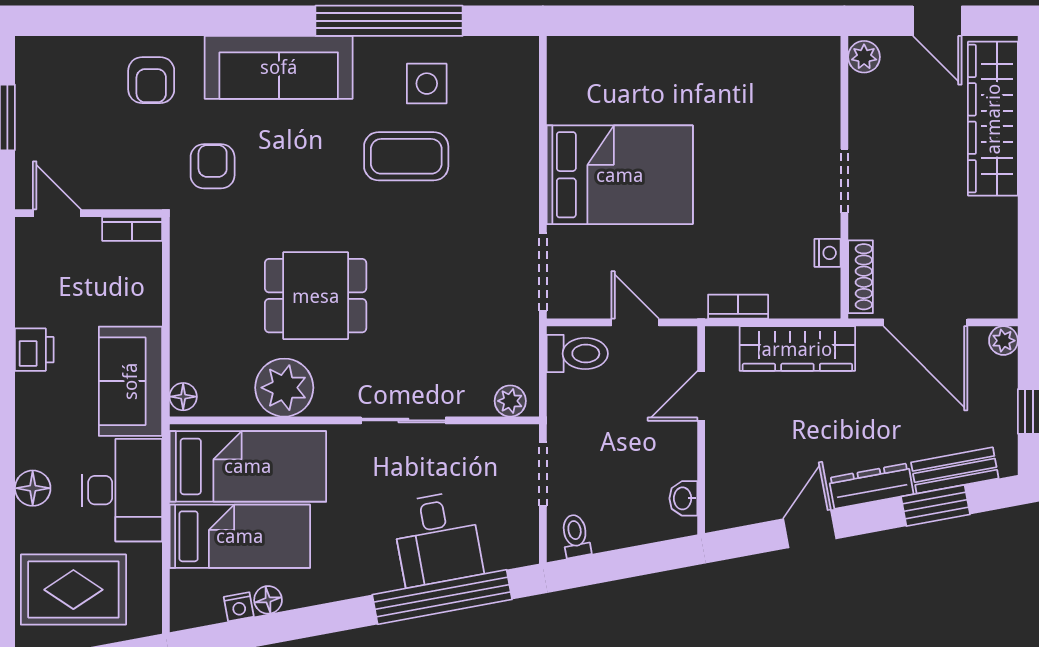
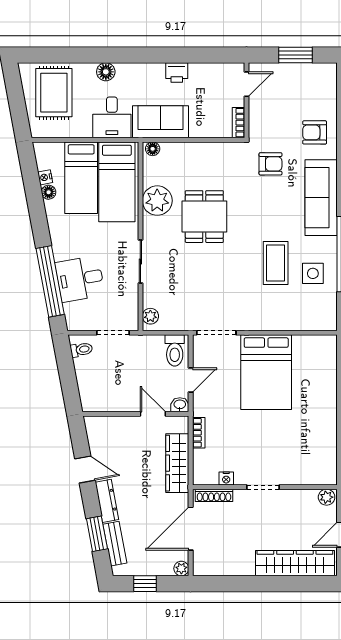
desk: (122, 490) -> (112, 117), width x0.73
washbasin: (683, 498) -> (180, 405), moved

